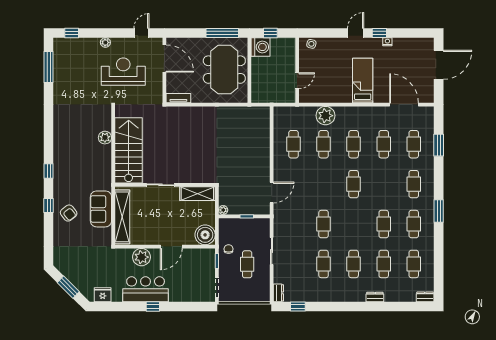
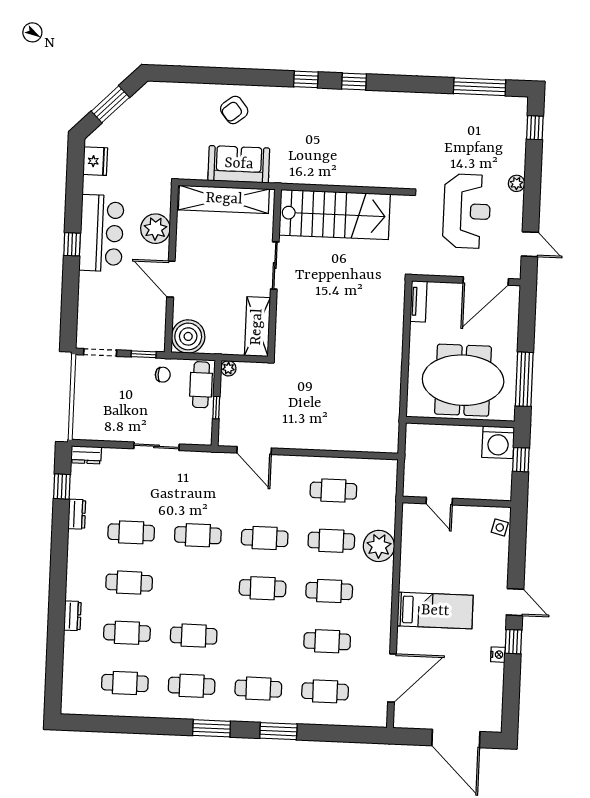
plant: (105, 138) -> (358, 176), removed
window: (439, 145) -> (278, 731), moved
cafe table: (324, 184) -> (265, 538), added
window: (49, 206) -> (354, 81), moved
cafe table: (247, 264) -> (201, 385), moved, turned 90
dresser: (425, 297) -> (77, 514), moved

